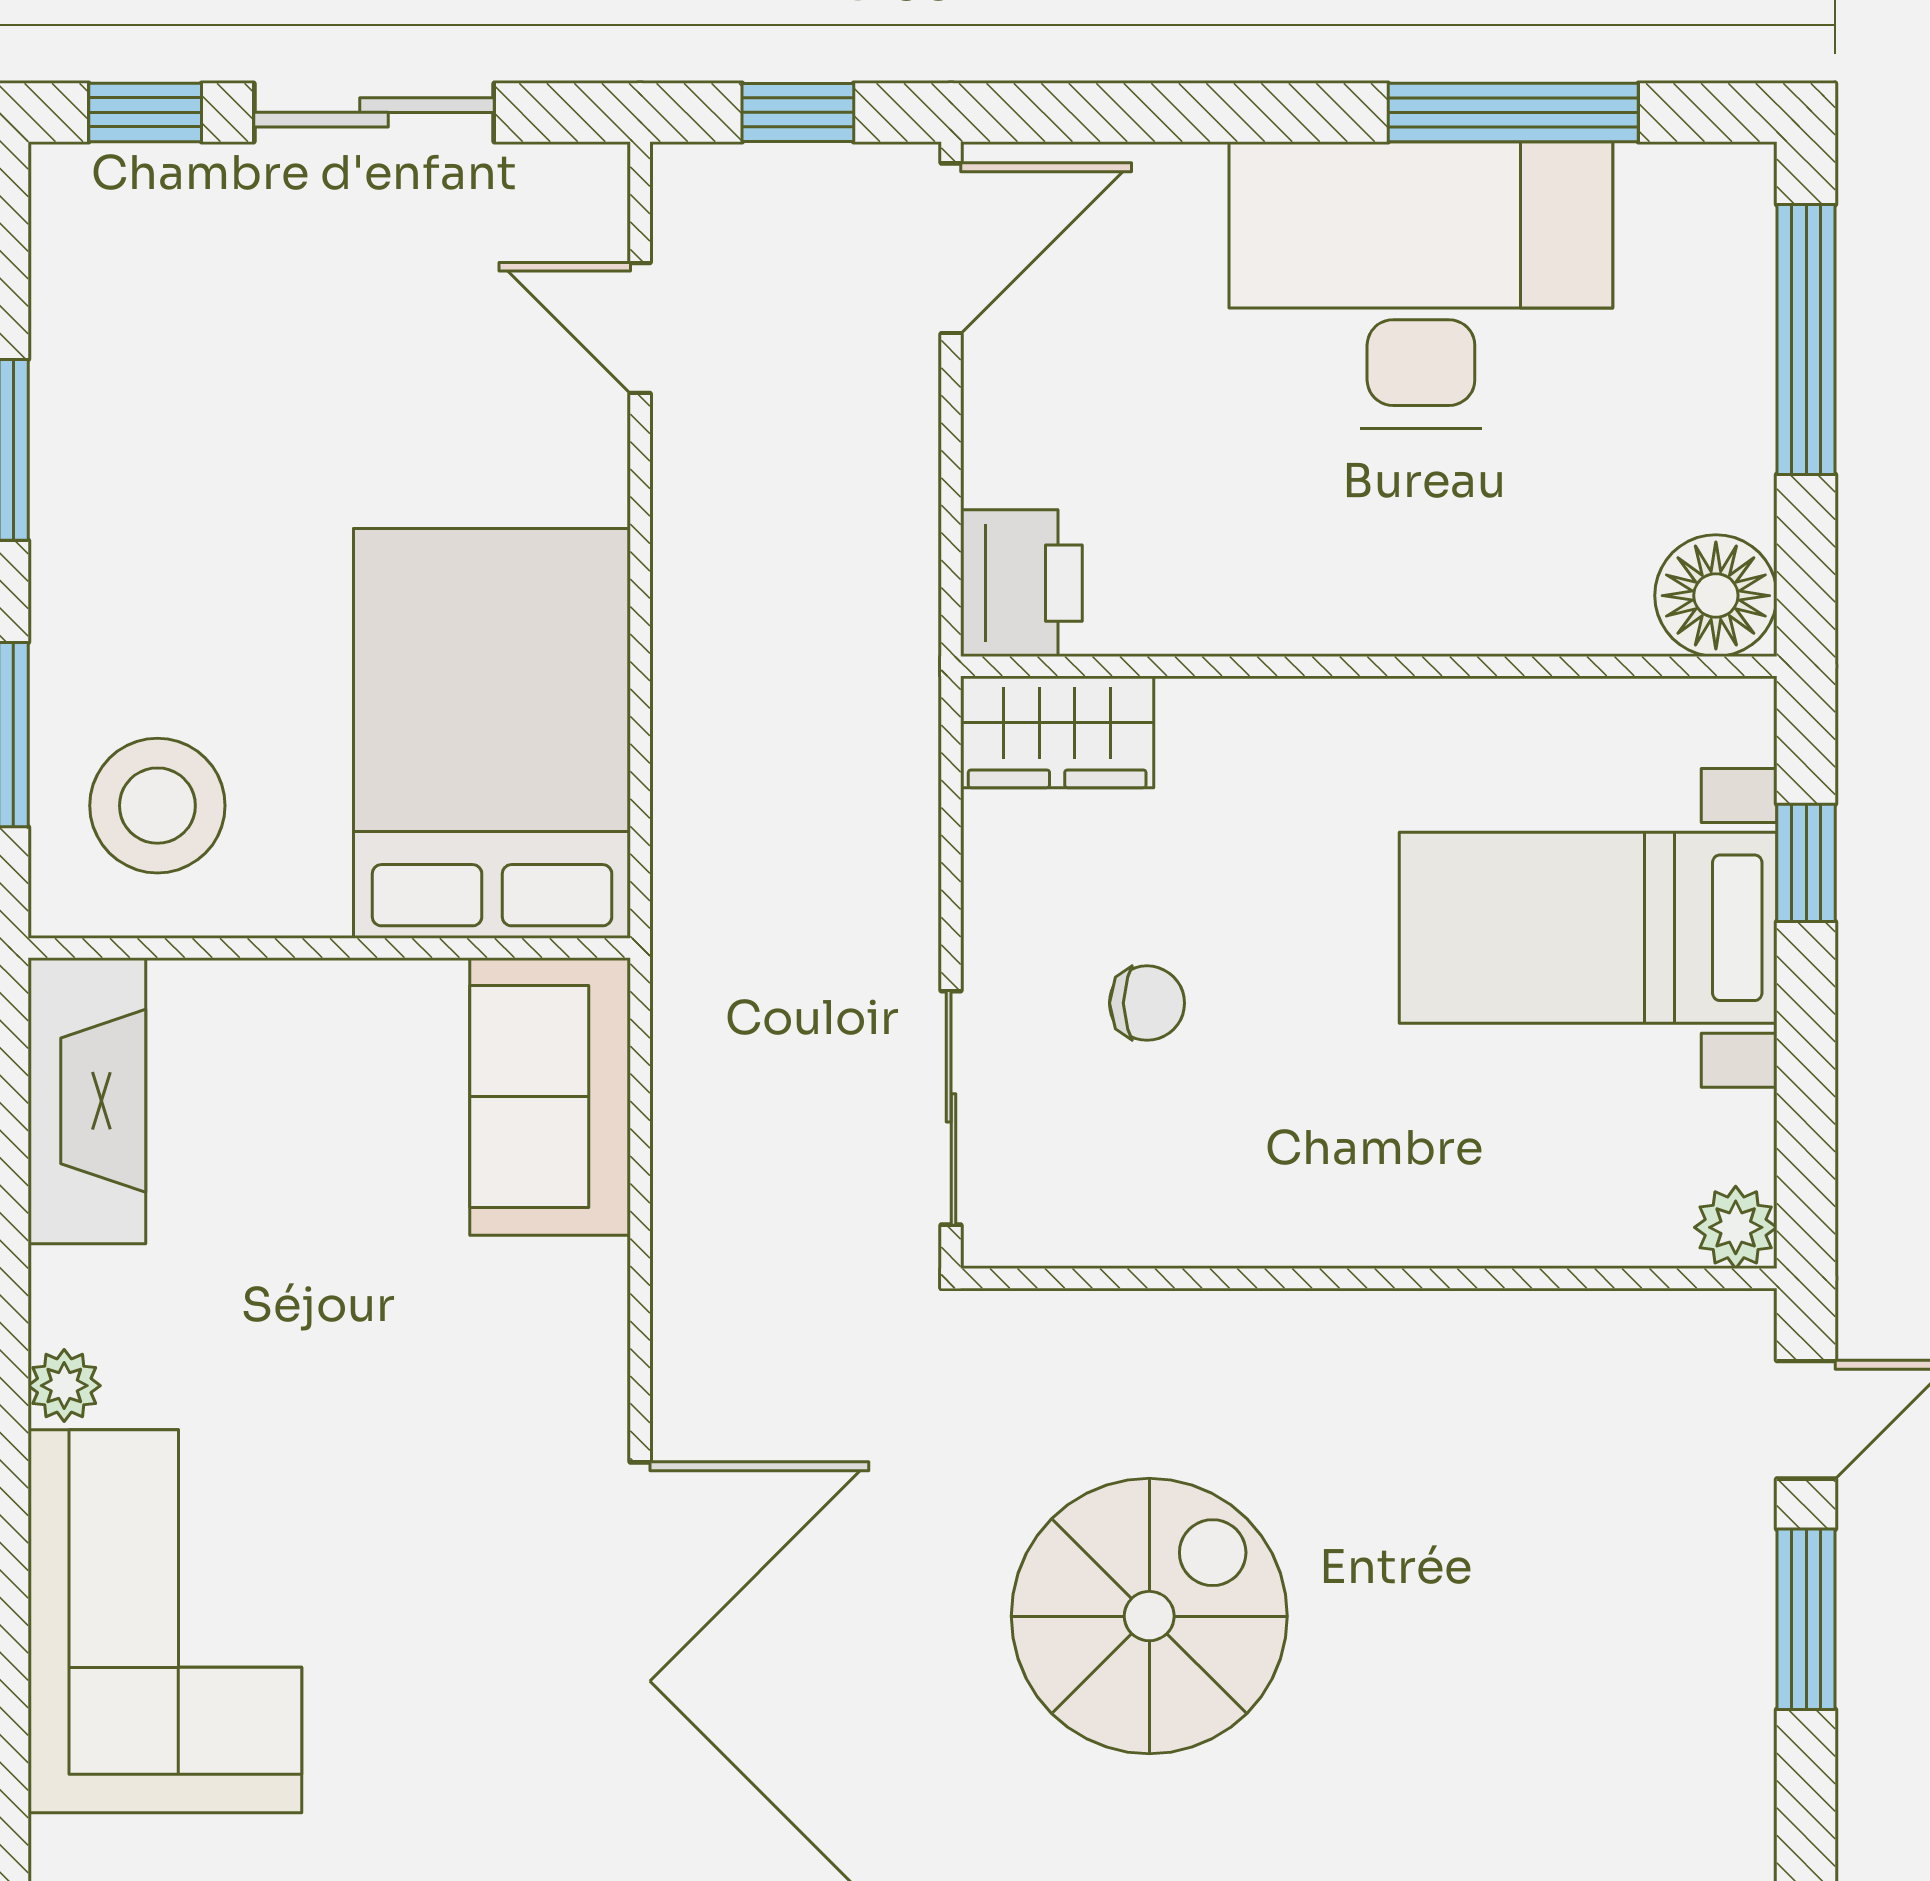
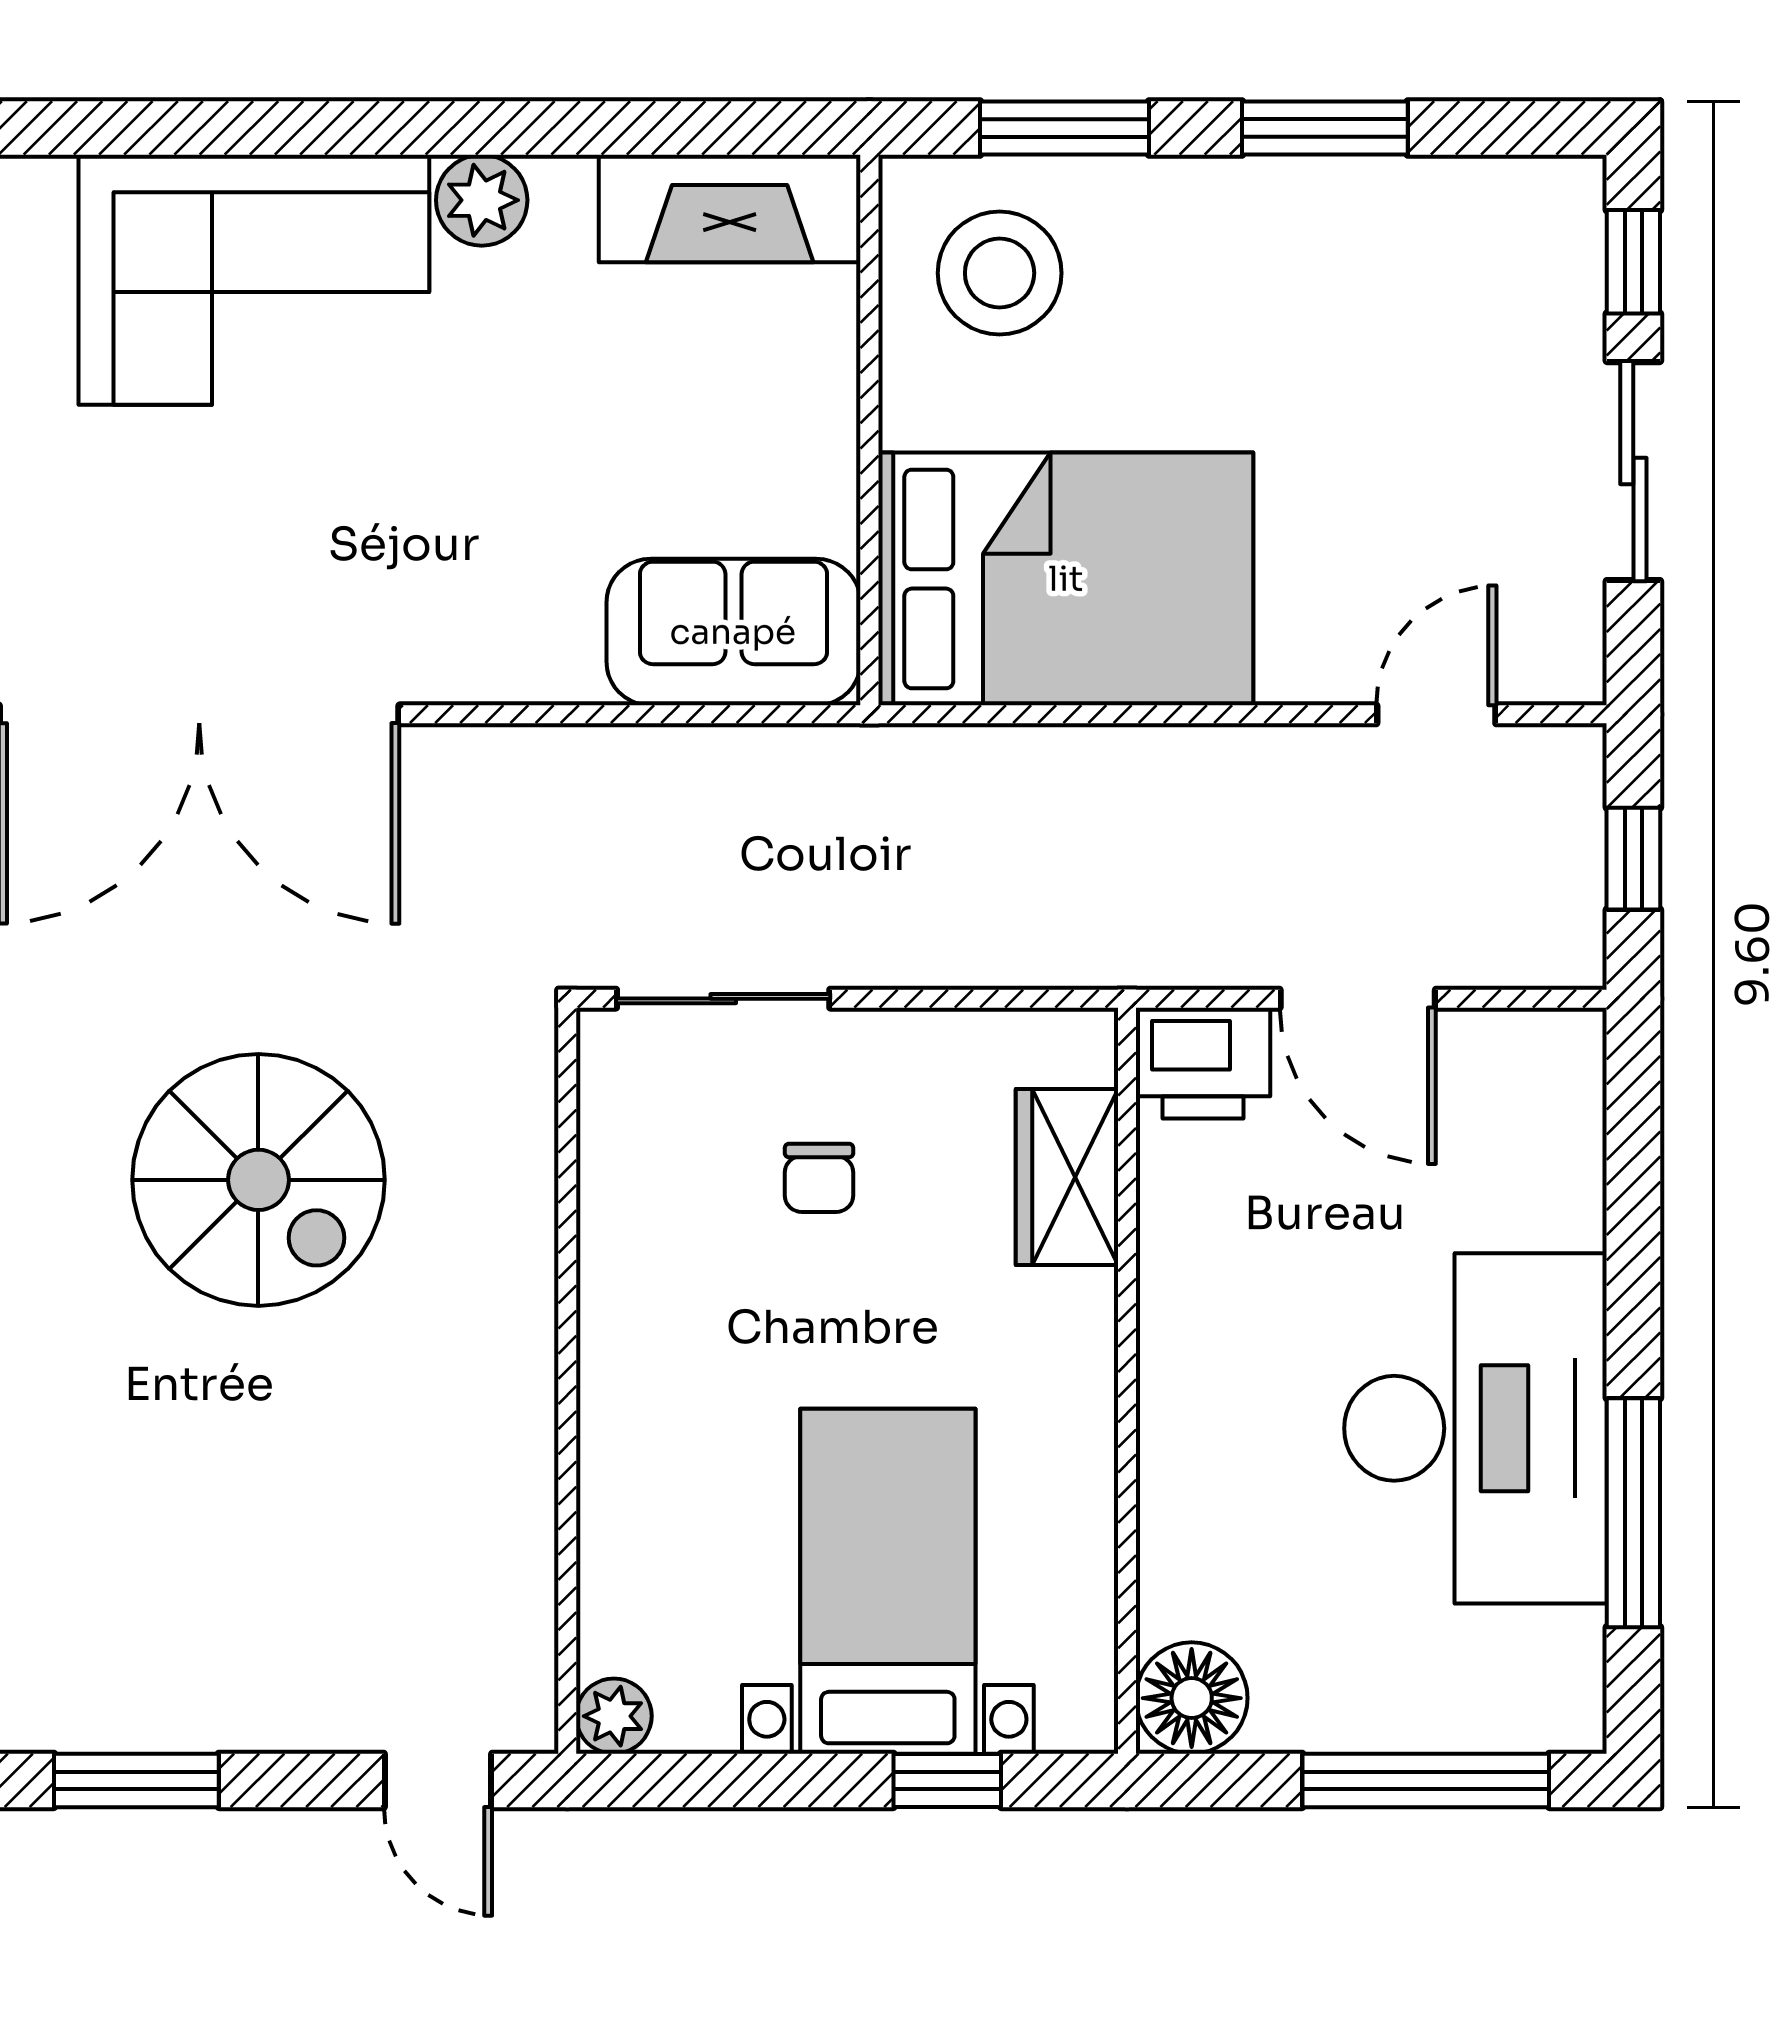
door: (951, 248) -> (1358, 999), moved
wardrobe: (1057, 732) -> (1067, 1177), moved
plant: (64, 1386) -> (482, 200), width x1.38, depth x1.38
window: (1806, 1619) -> (136, 1780), moved

